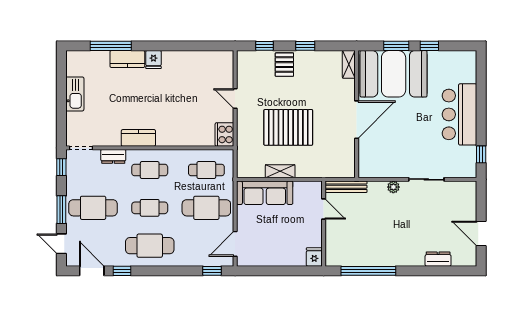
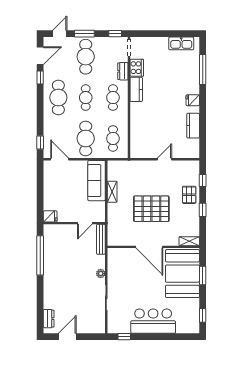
window: (429, 46) -> (203, 315), moved
kitchen counter: (127, 59) -> (193, 126), moved
pallet: (284, 65) -> (189, 195), turned 90
kitchen sink: (75, 94) -> (181, 43), moved
pallet: (288, 127) -> (151, 209), moved, turned 90
cooker: (224, 134) -> (137, 68), moved, turned 90
dresser: (438, 259) -> (49, 319), moved

